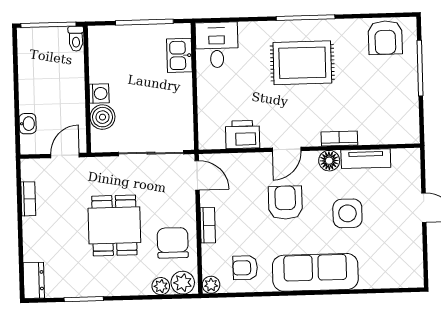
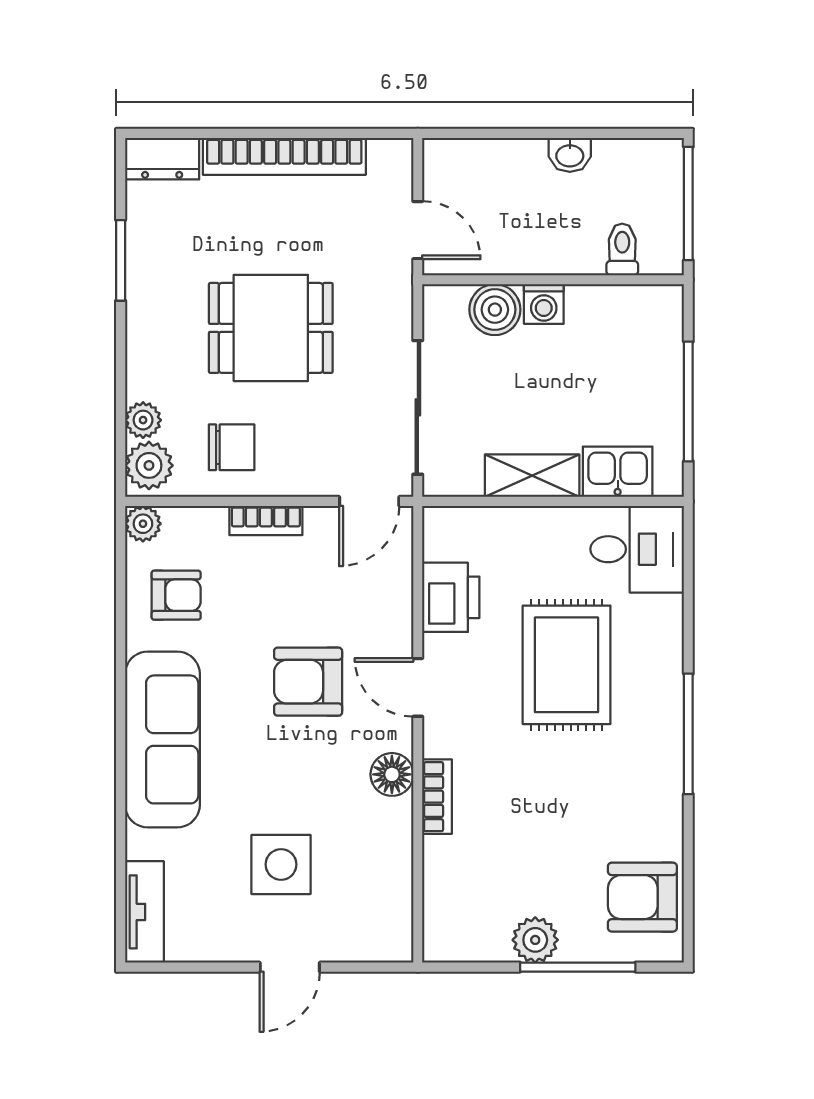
toilet: (76, 39) -> (622, 249), moved, turned 90
rug: (302, 63) -> (567, 665), moved
plant: (407, 89) -> (535, 940), added
shelving: (182, 97) -> (532, 476), added
washbasin: (28, 124) -> (570, 155), moved
tv unit: (366, 159) -> (144, 912), moved, turned 180
bookcase: (28, 199) -> (284, 156), width x2.31, depth x1.31
armchair: (285, 203) -> (308, 682), turned 180
side table: (347, 213) -> (281, 864), moved
chair: (173, 243) -> (232, 447), width x0.73, depth x0.73
armchair: (245, 268) -> (176, 595), turned 90

